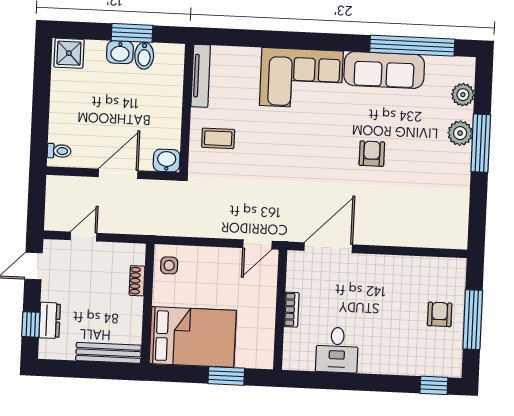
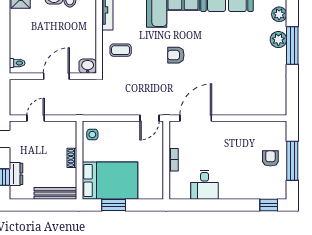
armchair: (372, 154) -> (176, 55), moved, turned -90
shoe rack: (137, 281) -> (72, 158), moved
window: (226, 376) -> (114, 205), moved

